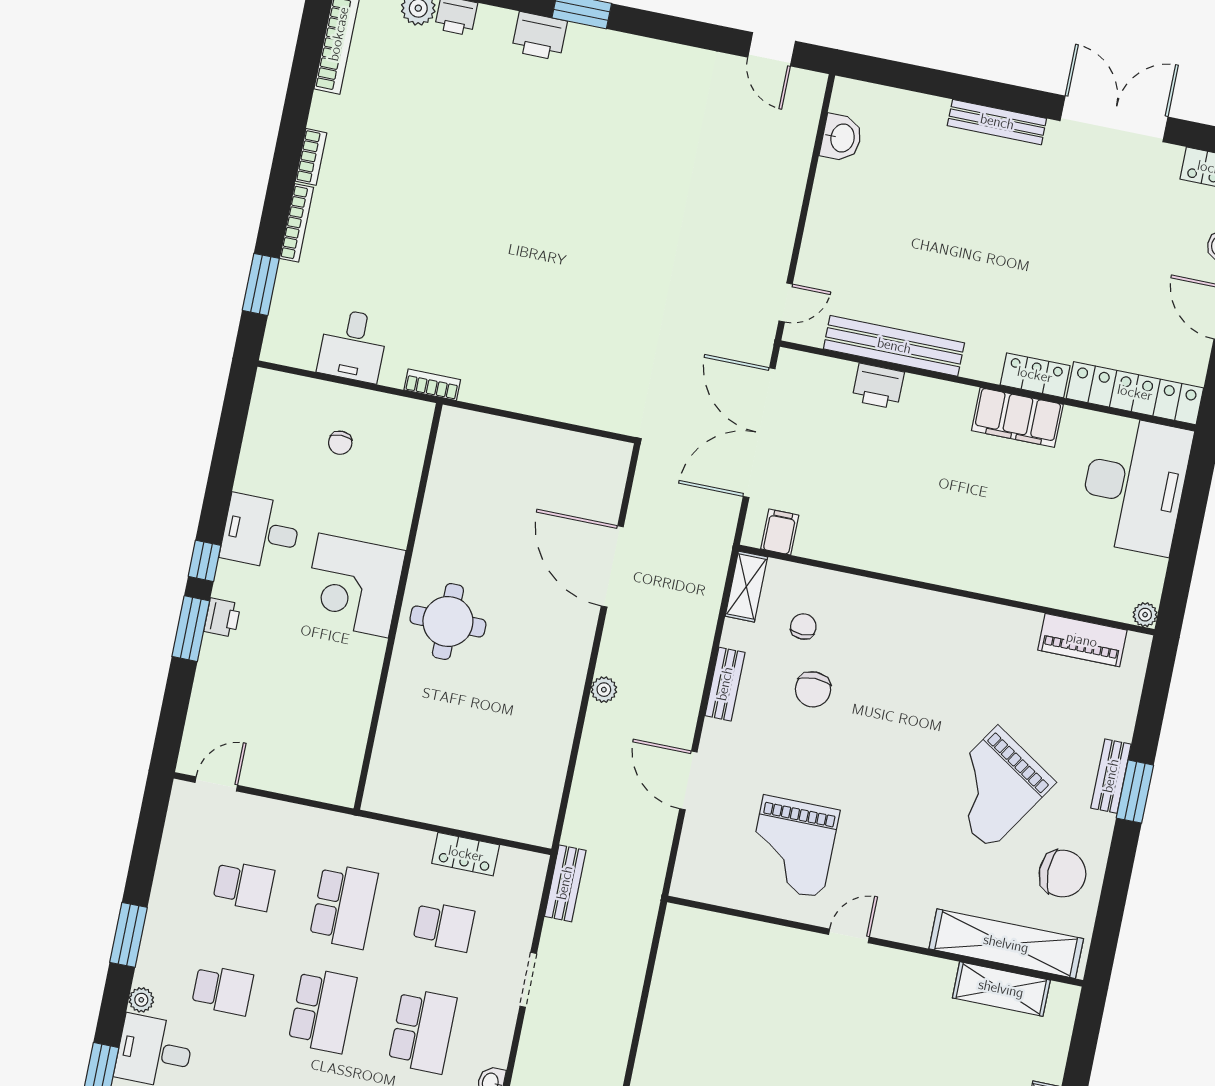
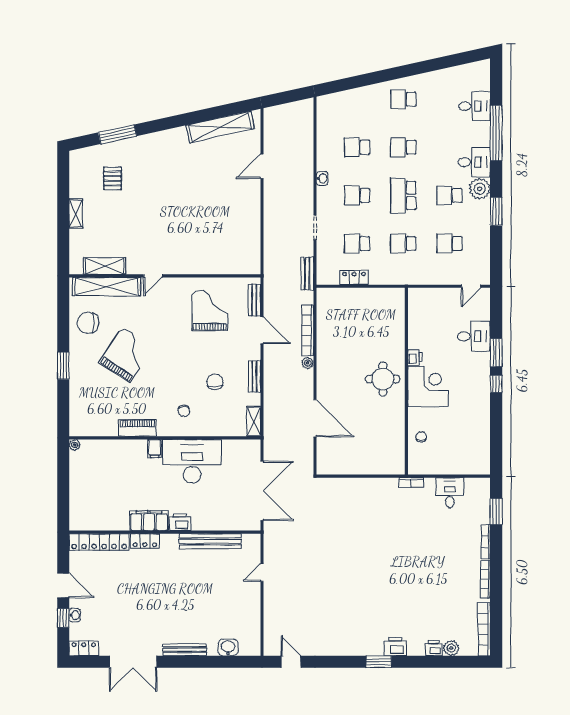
washbasin: (841, 138) -> (228, 647), moved, turned 90
bookcase: (311, 157) -> (485, 579), width x1.56
door: (786, 302) -> (262, 573), moved
printer: (878, 386) -> (180, 522), moved
chair: (340, 443) -> (421, 437), moved
desk: (1135, 485) -> (192, 461), moved, turned 90
desk: (261, 532) -> (474, 336), moved
filing cabinet: (780, 532) -> (155, 449), moved
printer: (222, 618) -> (415, 357), moved, turned 180
chair: (803, 627) -> (184, 411), moved
piano: (1082, 640) -> (137, 428), moved
bookcase: (589, 760) -> (308, 330), added
bench: (1111, 776) -> (254, 300), moved
school desk: (344, 906) -> (403, 244), width x0.54
door: (849, 936) -> (153, 276), moved
plant: (141, 1000) -> (480, 189), width x1.87, depth x1.87
school desk: (422, 1031) -> (357, 195), width x0.54

